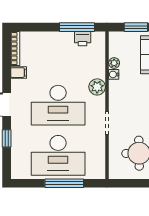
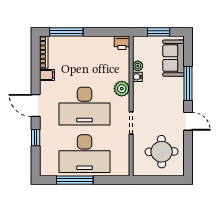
window: (77, 27) -> (66, 32), moved
printer: (83, 39) -> (122, 43), moved
window: (64, 183) -> (75, 180), moved

